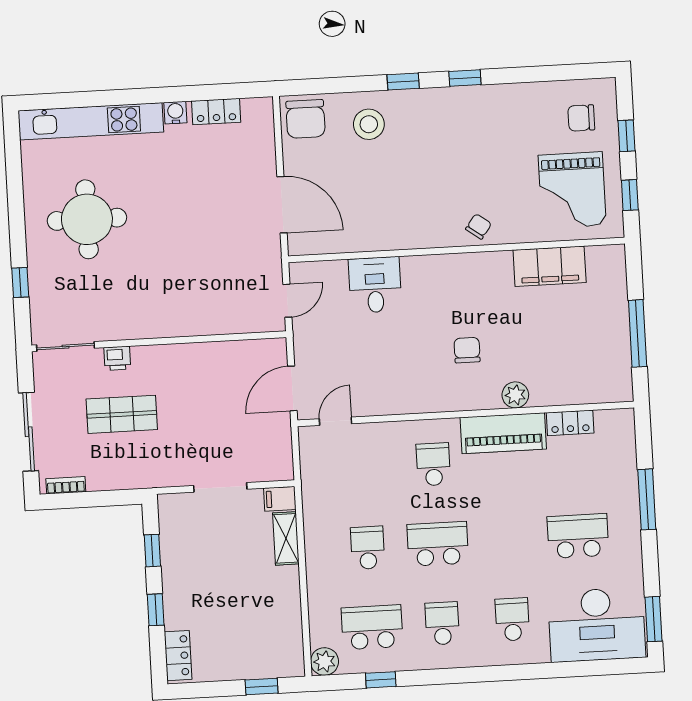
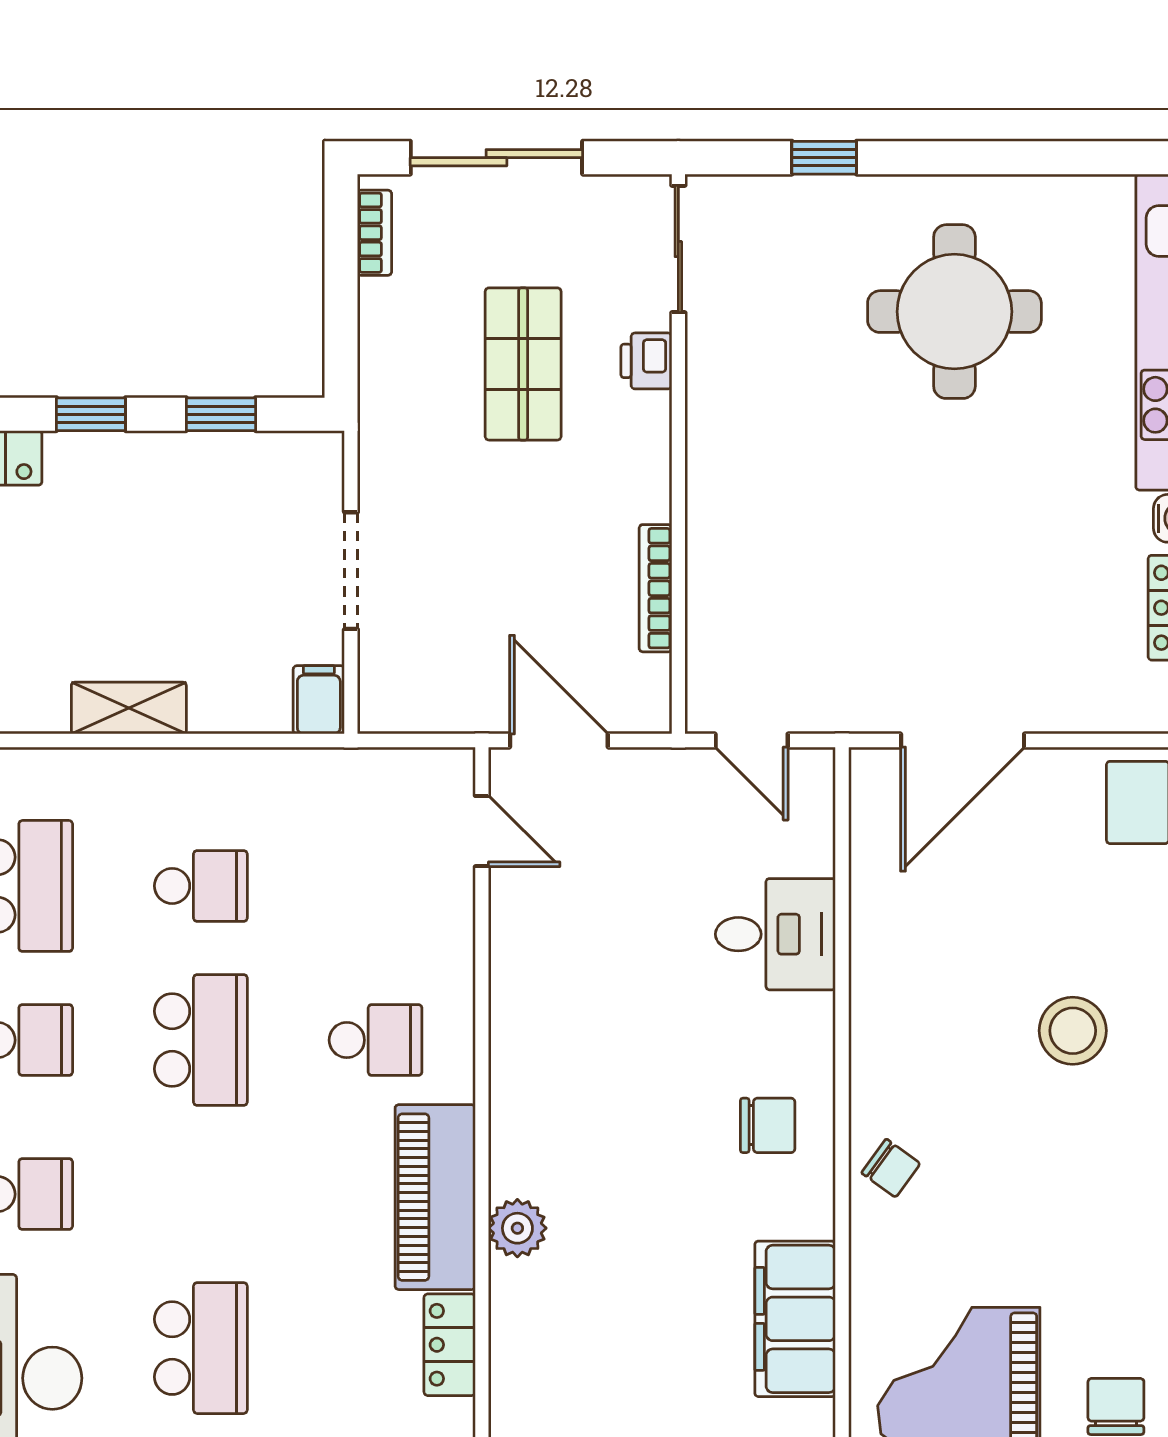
stool: (369, 124) -> (1073, 1031), moved
bookcase: (220, 348) -> (655, 588), added
chair: (467, 350) -> (768, 1125), moved
shelving: (286, 538) -> (129, 708), moved

